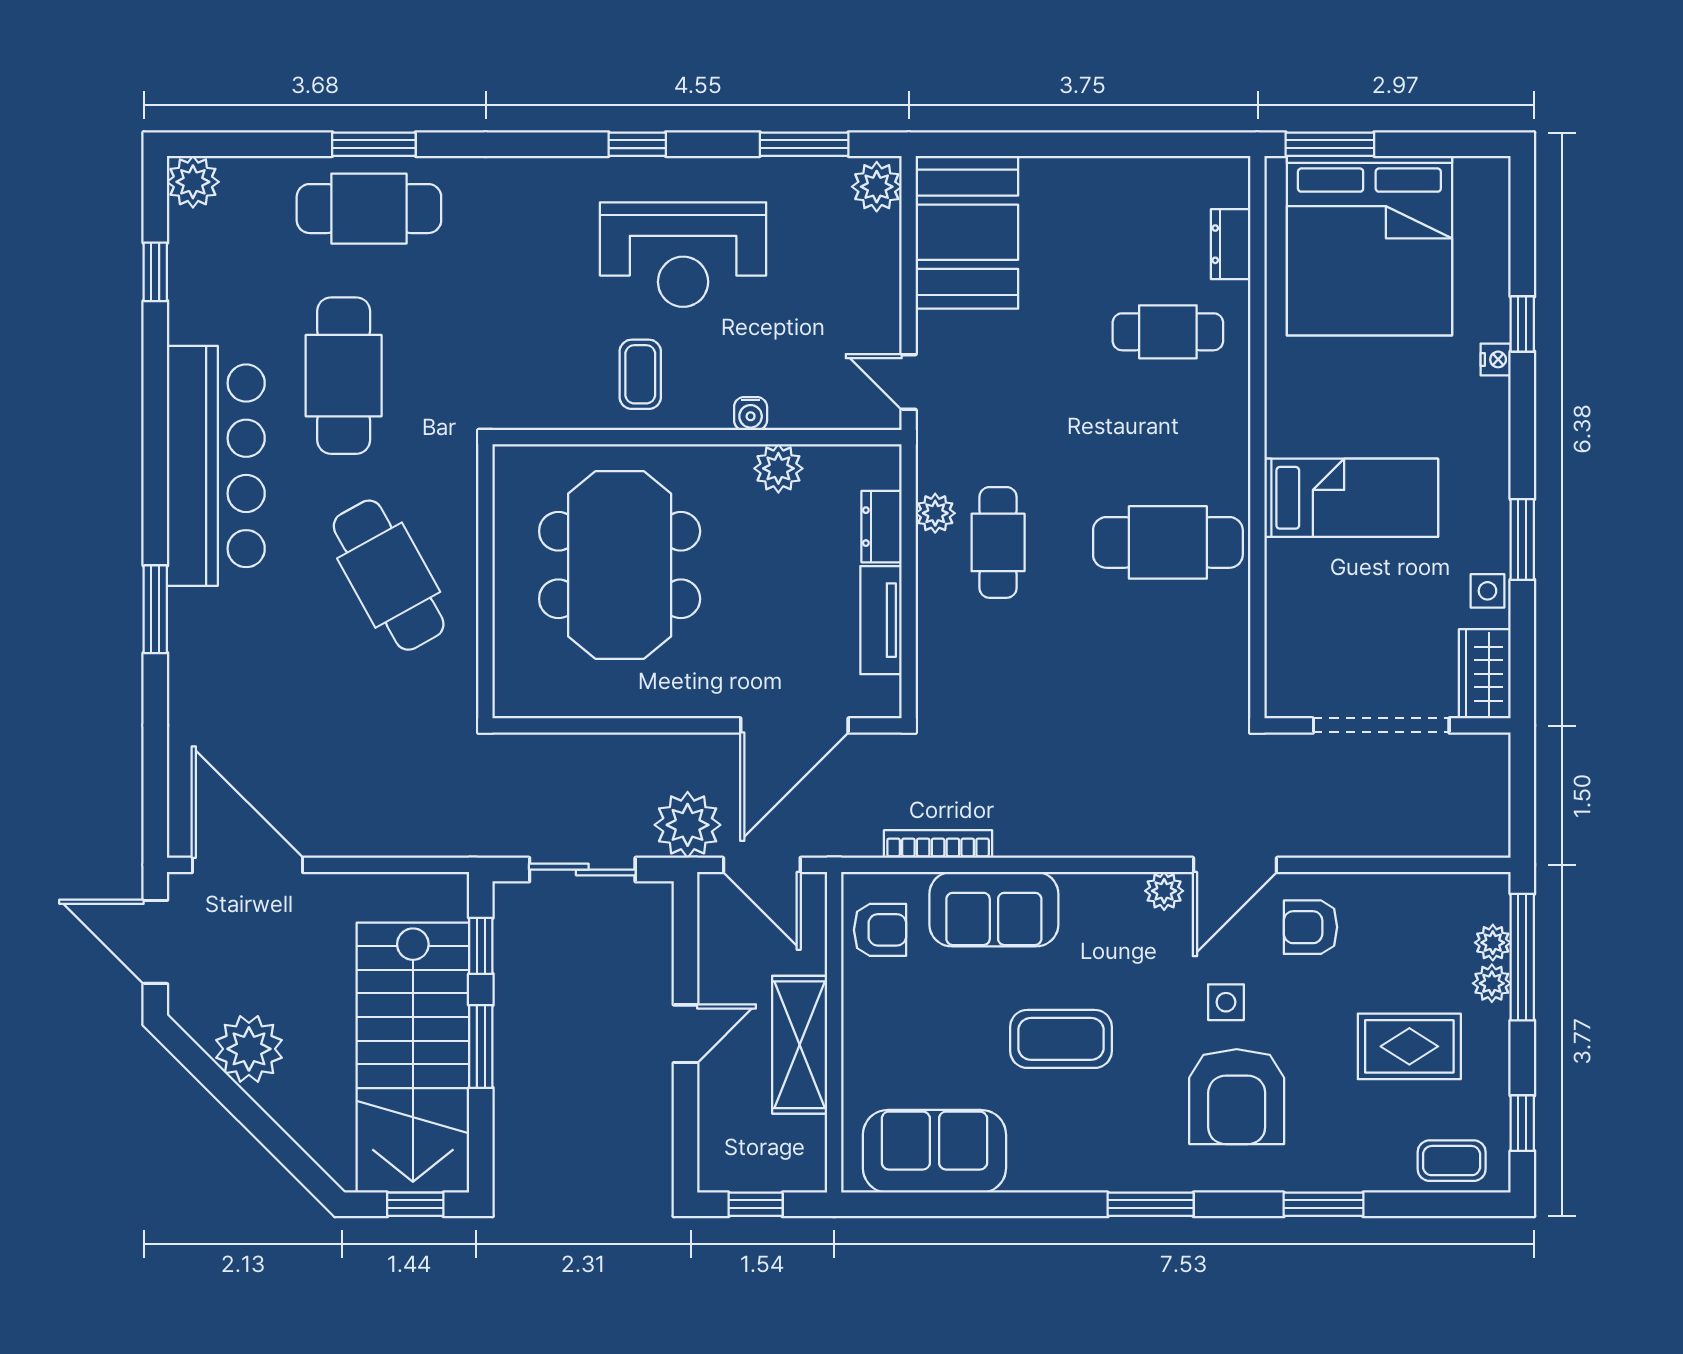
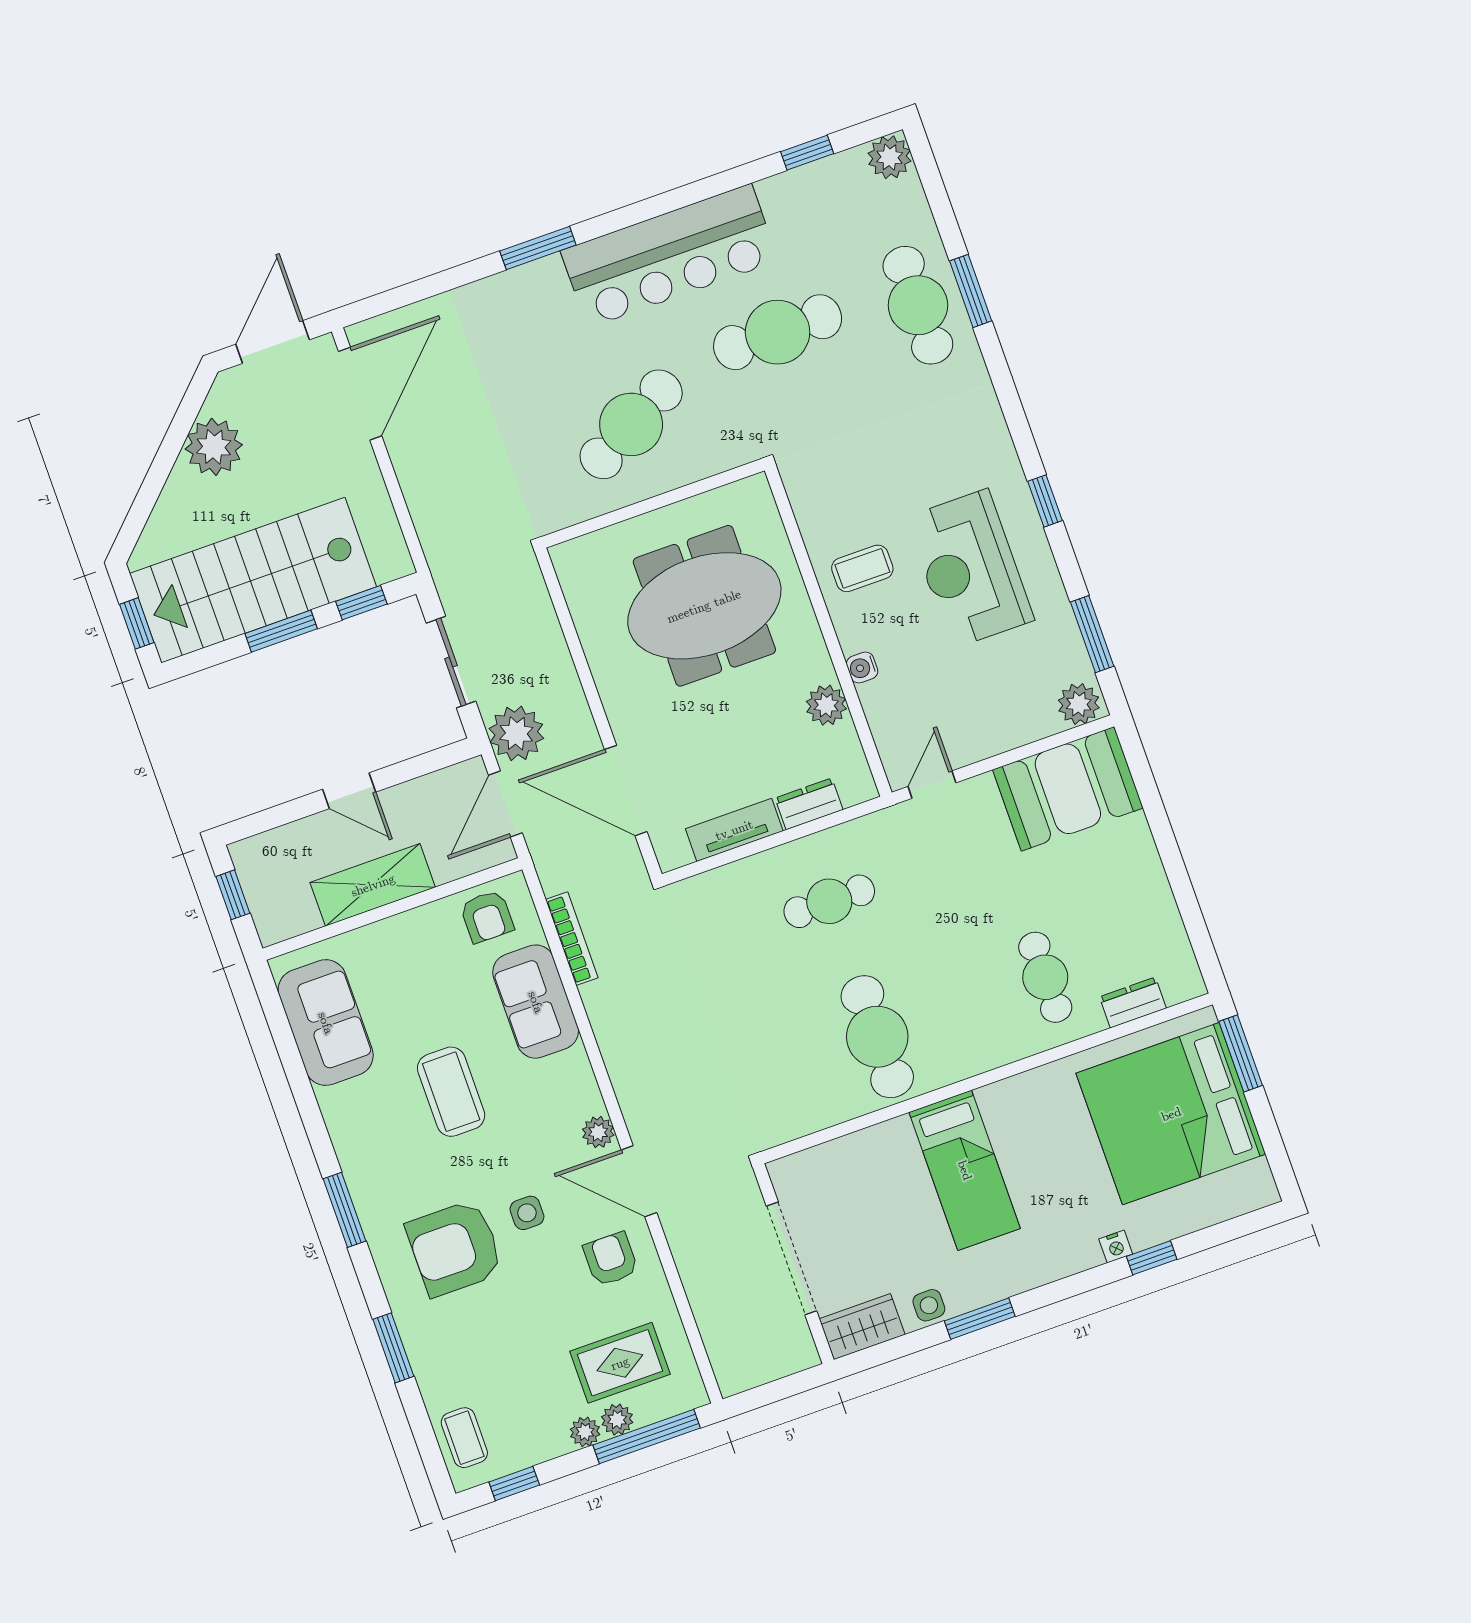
plant: (935, 513) -> (835, 843), removed
plant: (1493, 943) -> (585, 1432), moved
rug: (1409, 1046) -> (620, 1363), moved, turned 90

